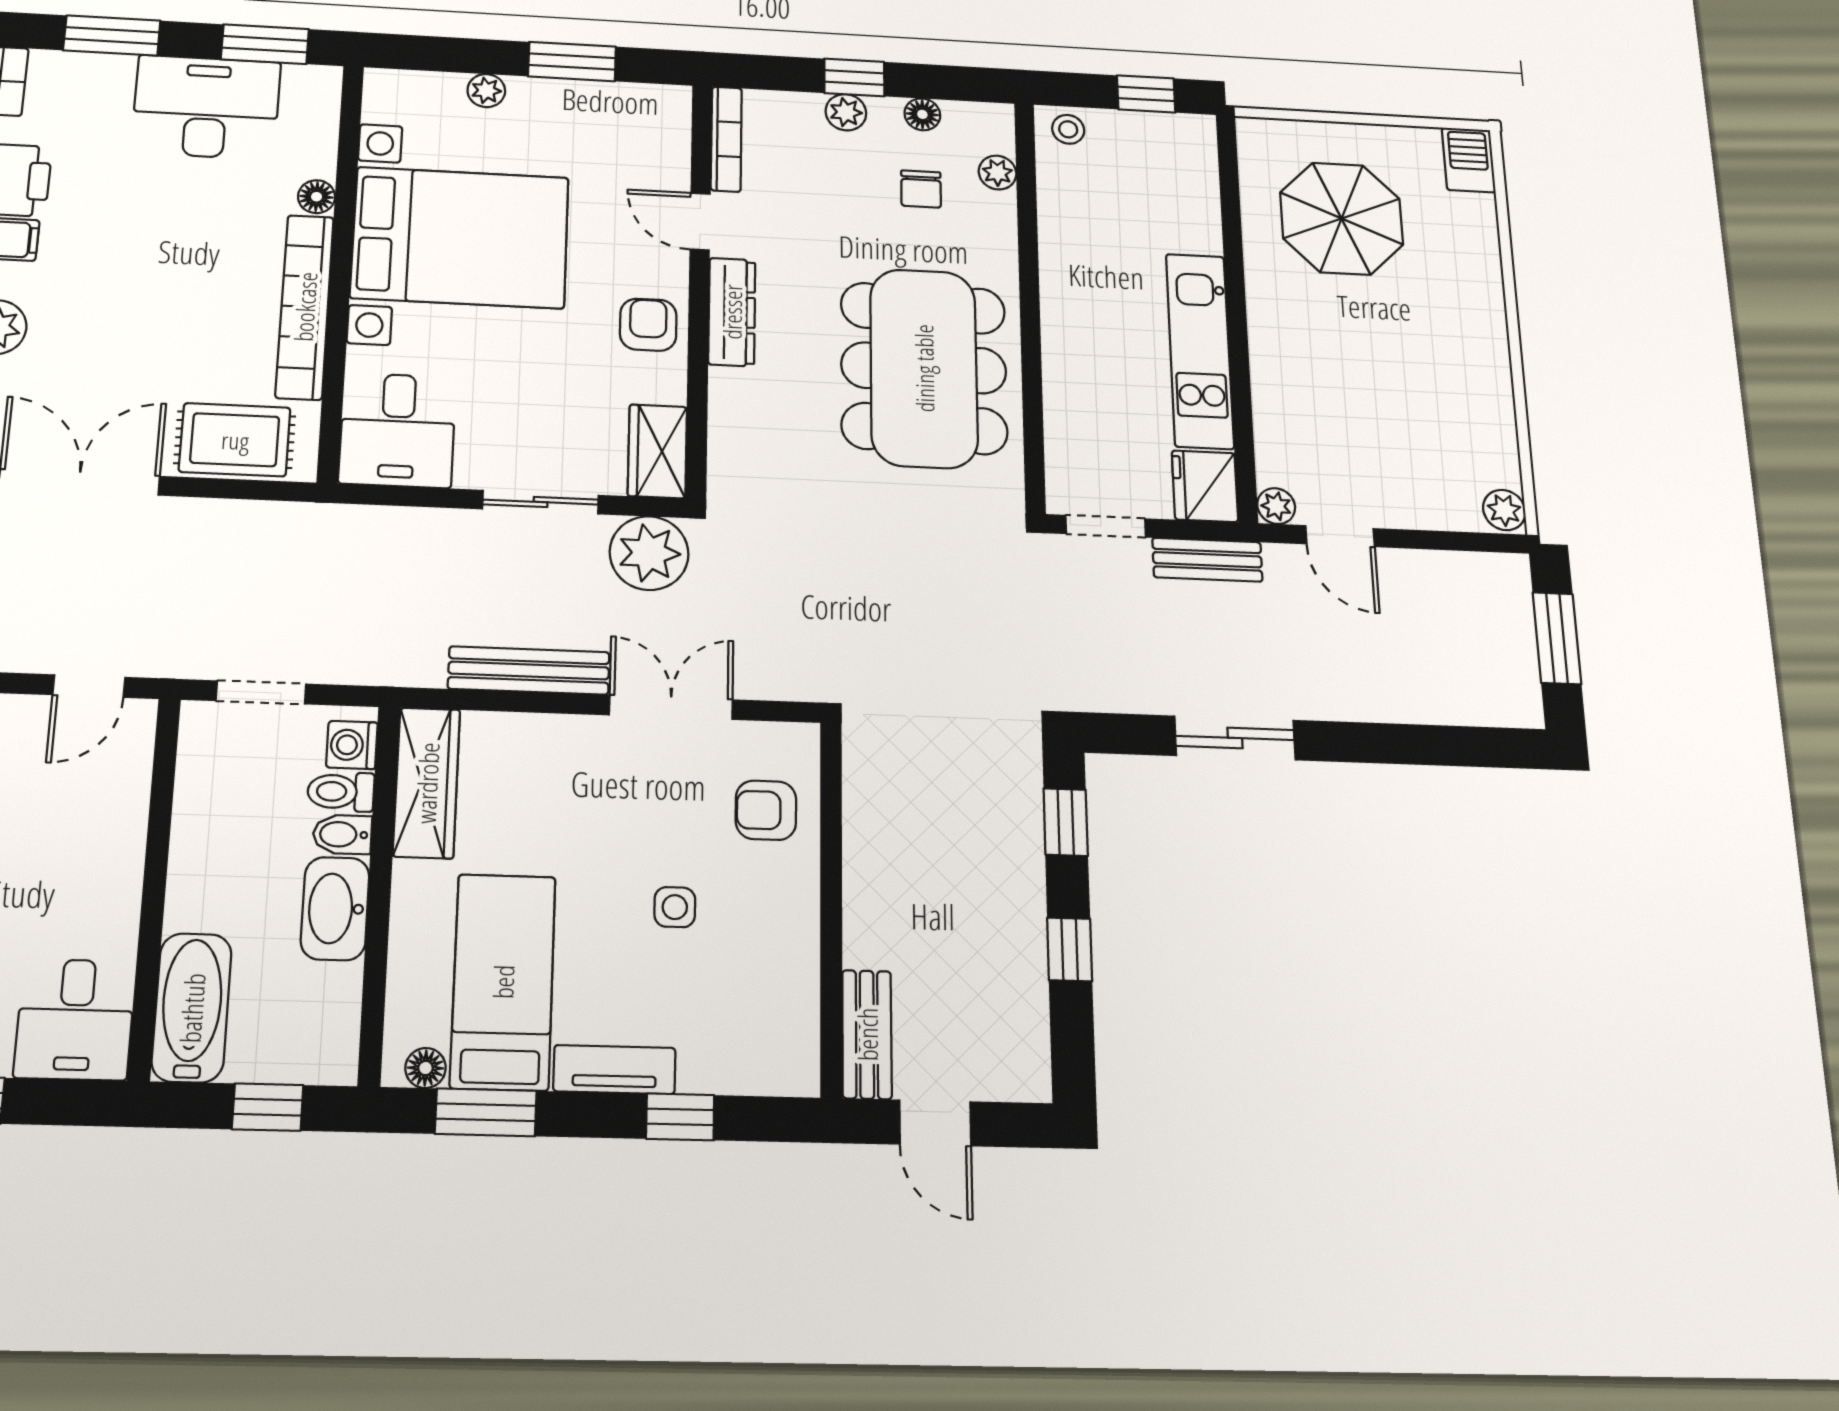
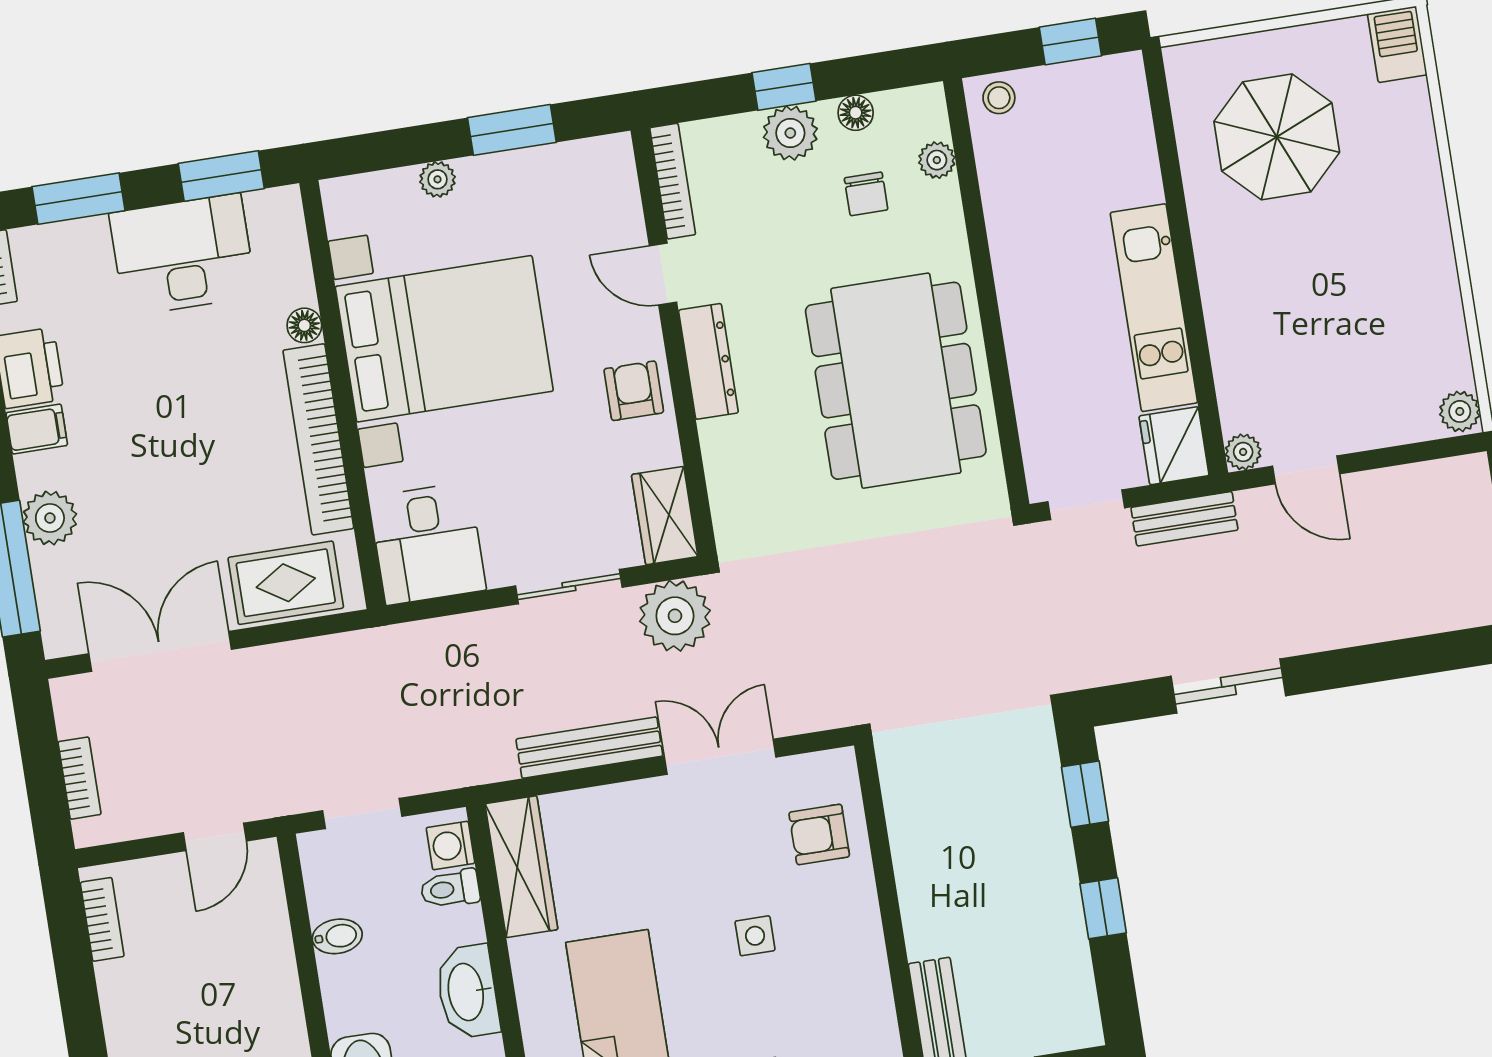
plant: (846, 112) -> (790, 133), width x1.38, depth x1.38
bidet: (342, 834) -> (337, 936), moved, turned 180

